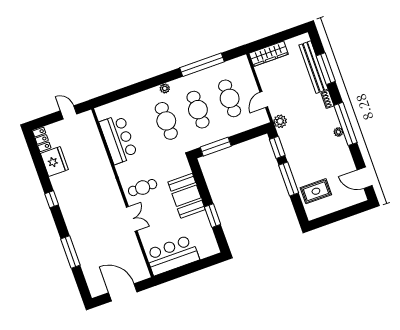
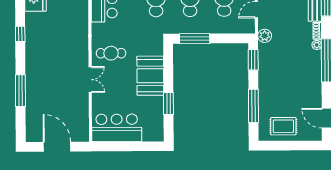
plant: (338, 132) -> (317, 45), moved
window: (289, 179) -> (253, 106), moved
rug: (316, 191) -> (283, 126), moved

